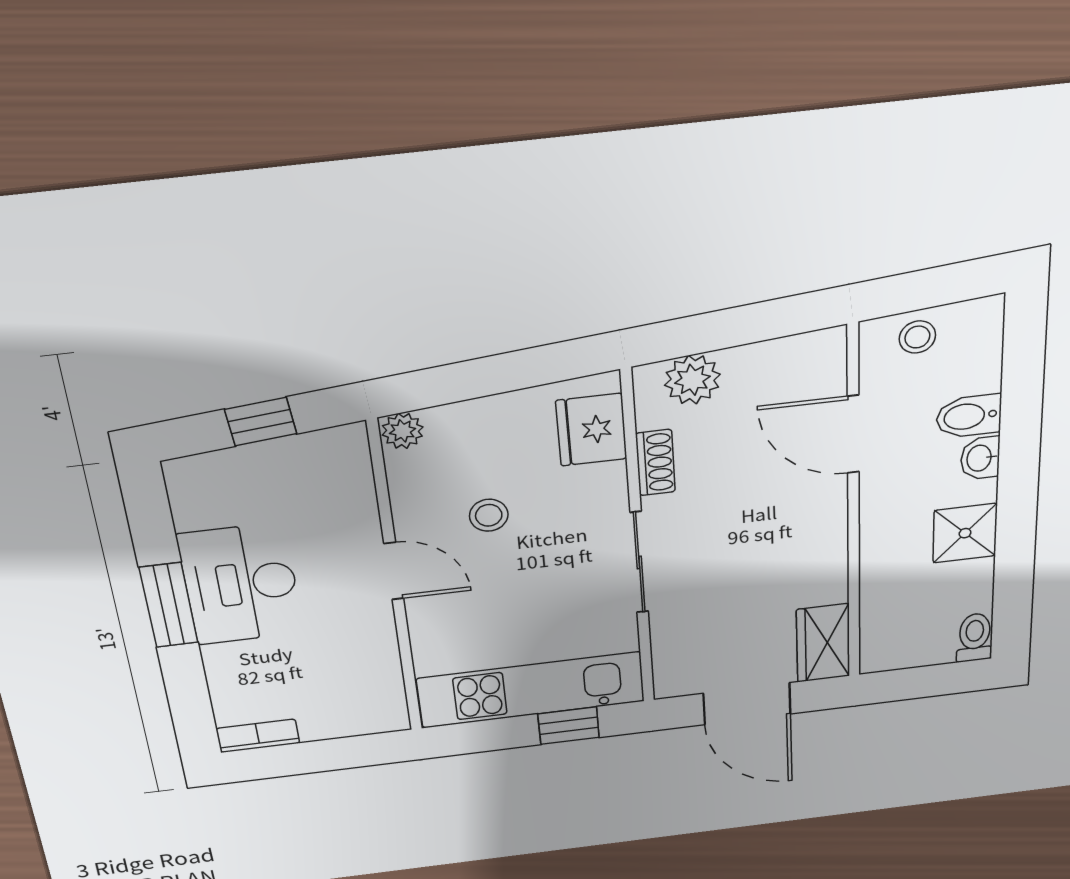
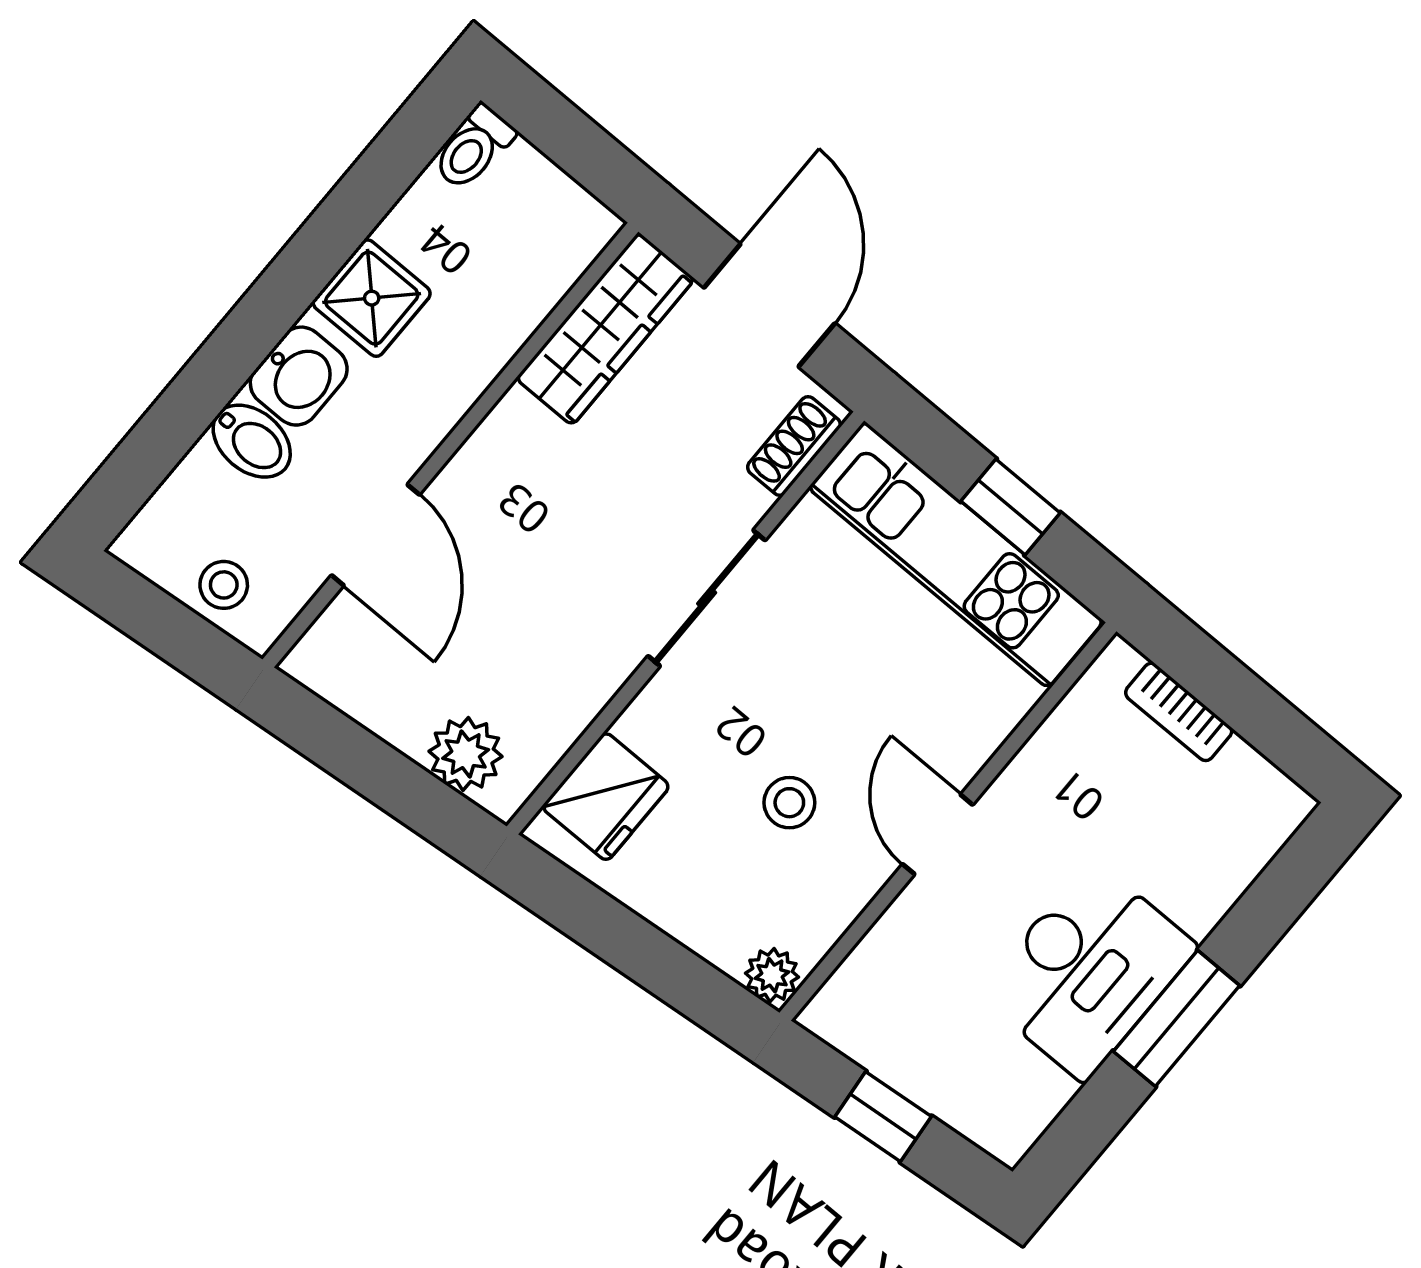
washbasin: (980, 458) -> (299, 376), width x1.38, depth x1.45
shoe rack: (655, 463) -> (794, 446), moved
wardrobe: (823, 643) -> (605, 329), width x1.50
window: (569, 726) -> (1011, 507), moved
bookcase: (258, 736) -> (1179, 712), moved

